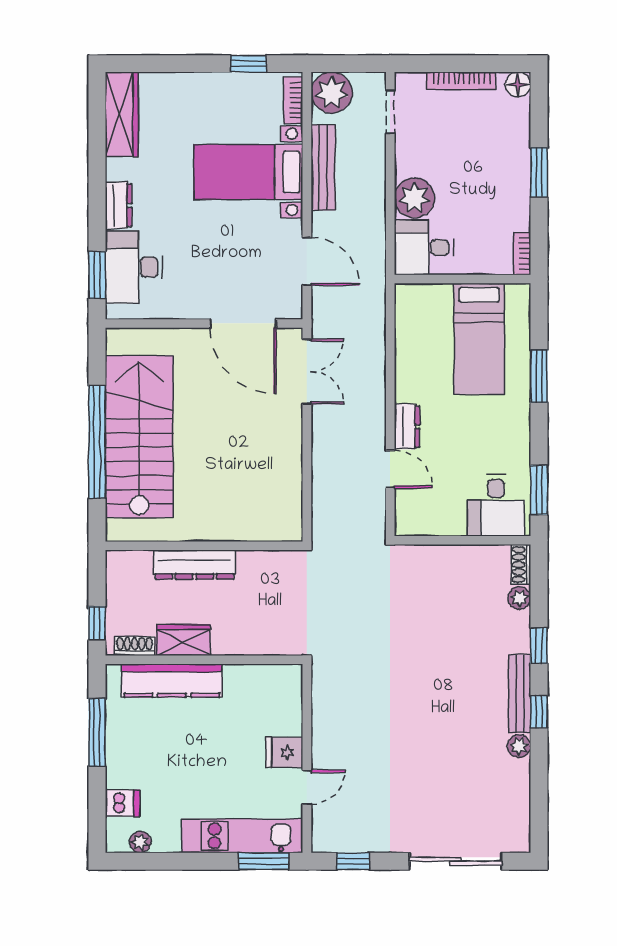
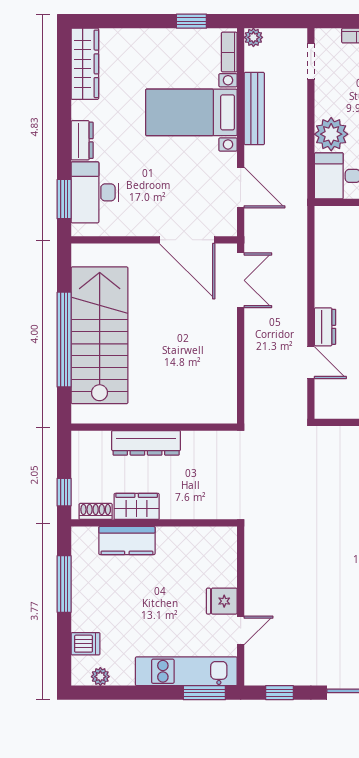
plant: (332, 93) -> (253, 37), width x0.53, depth x0.53
kitchen counter: (172, 681) -> (127, 541), width x0.67

